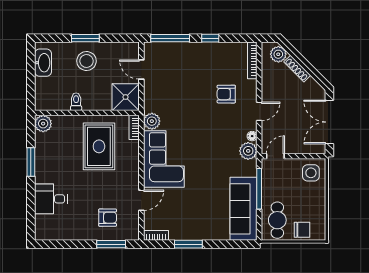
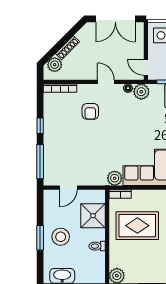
shower: (126, 97) -> (93, 216), moved

